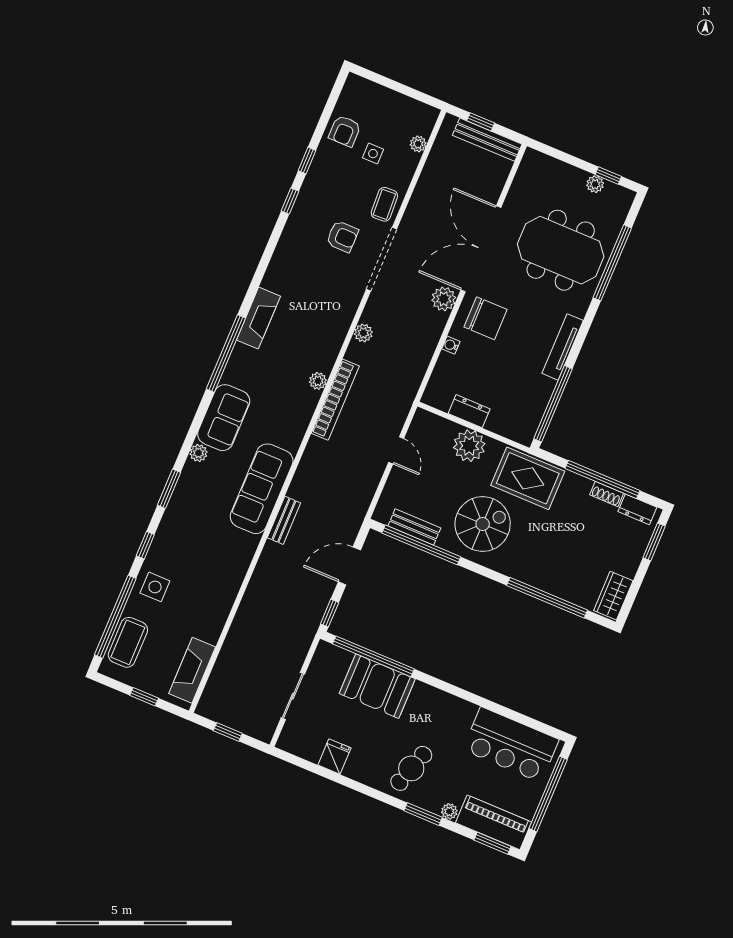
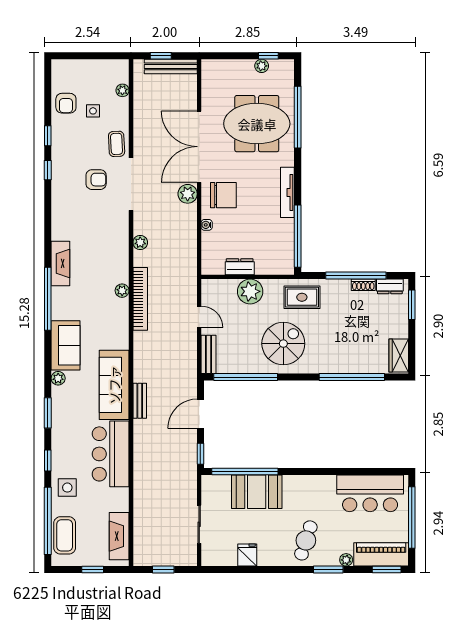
rug: (528, 478) -> (302, 297), width x0.73, depth x0.70
bench: (414, 527) -> (209, 354), moved, turned 90
bar counter: (223, 569) -> (111, 454), added

